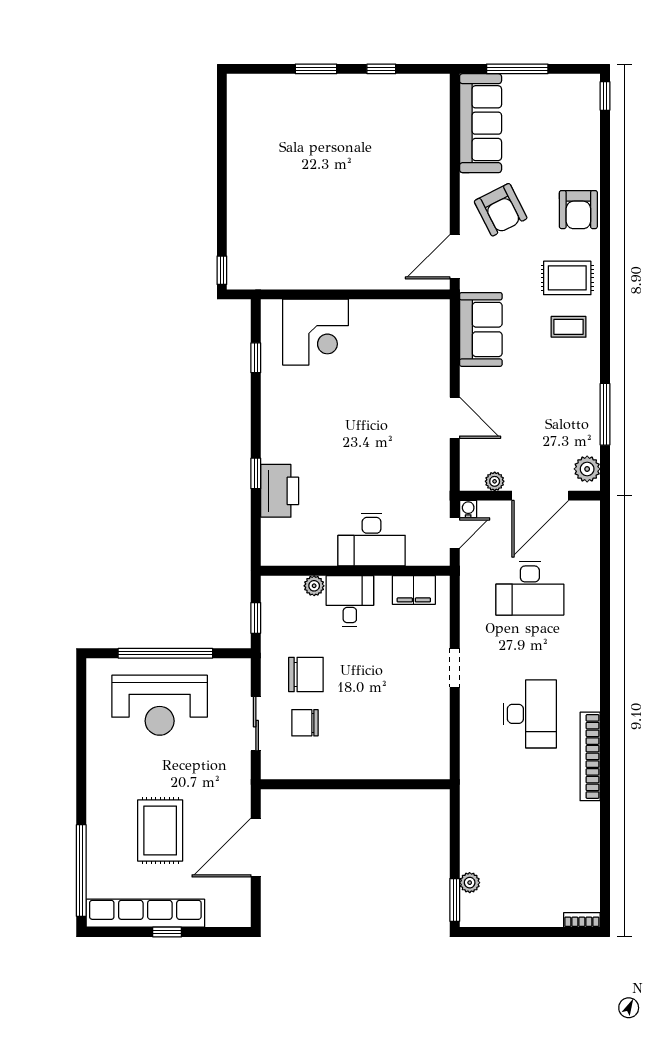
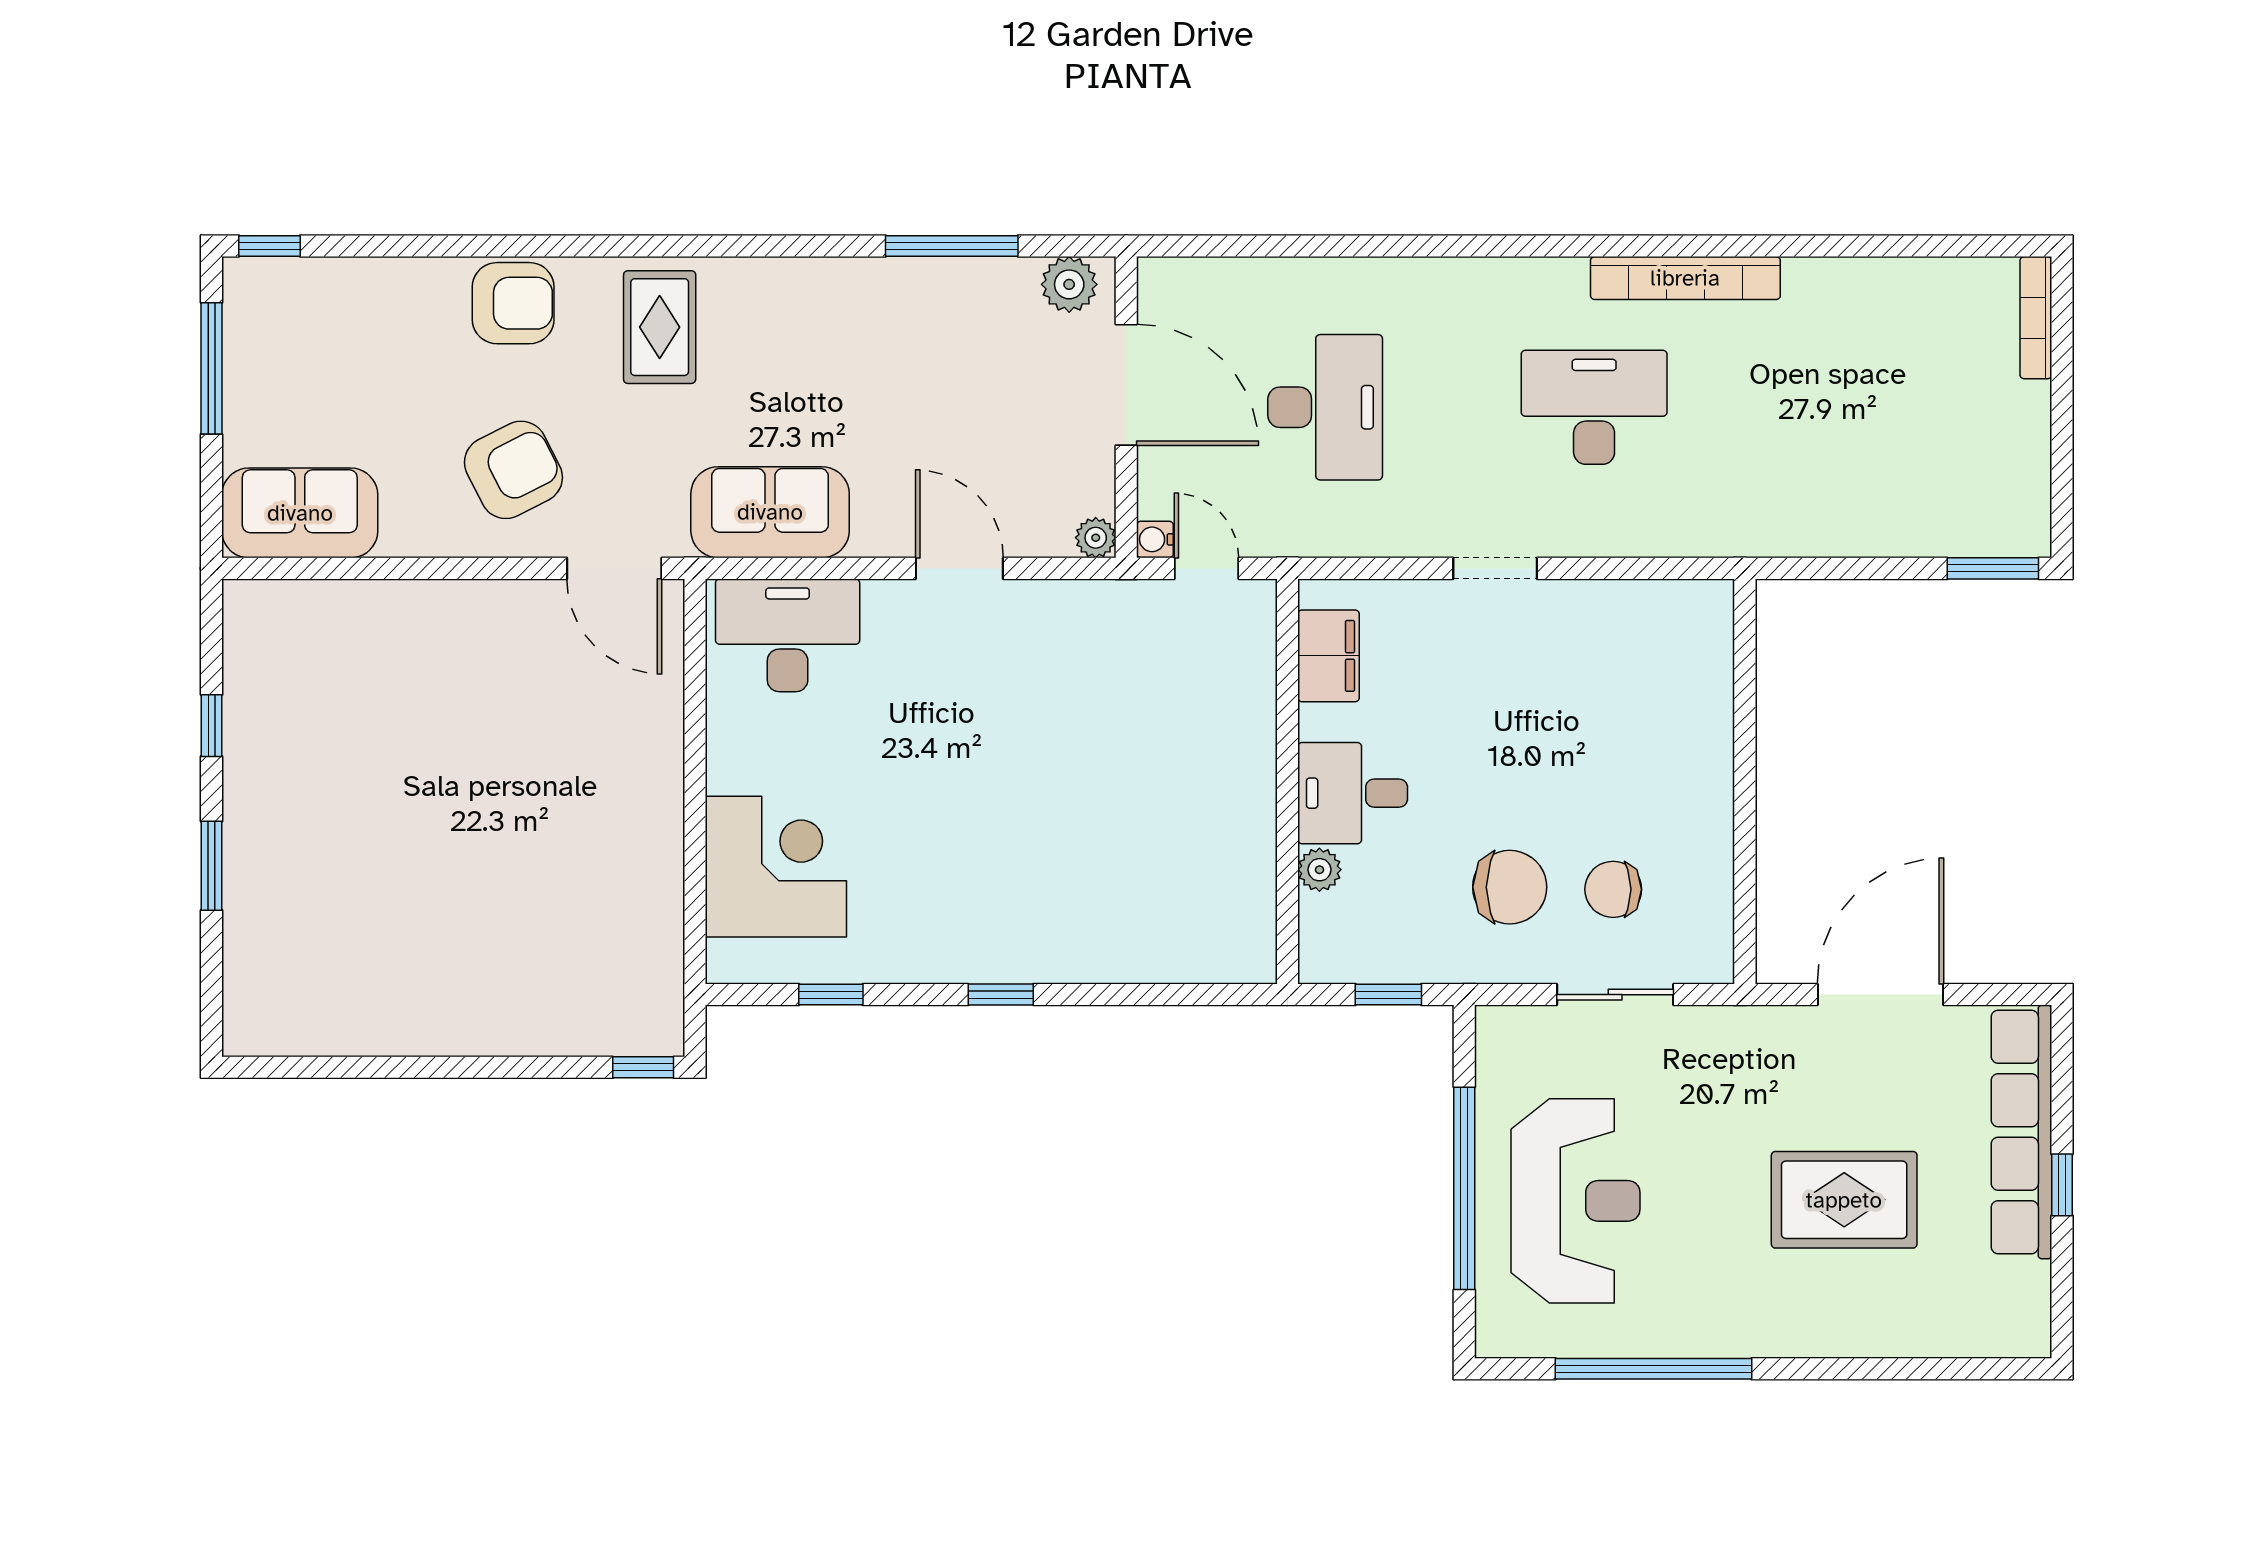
window: (517, 69) -> (212, 368), moved
sofa: (481, 123) -> (300, 513), width x0.73
coffee table: (569, 327) -> (764, 324), removed
door: (455, 418) -> (959, 568), hinge flipped
window: (256, 473) -> (1001, 995), moved
plant: (495, 481) -> (1096, 538), moved
printer: (280, 491) -> (1116, 944), removed
desk: (372, 540) -> (788, 635), moved, turned -90
chair: (306, 674) -> (1510, 887), turned 90
chair: (305, 723) -> (1613, 889), turned 90
door: (256, 847) -> (1881, 995), swing flipped
window: (81, 870) -> (1653, 1369), moved
plant: (470, 883) -> (1956, 536), removed
row of seats: (145, 913) -> (2021, 1132), moved
bookcase: (582, 920) -> (2036, 318), width x1.56

